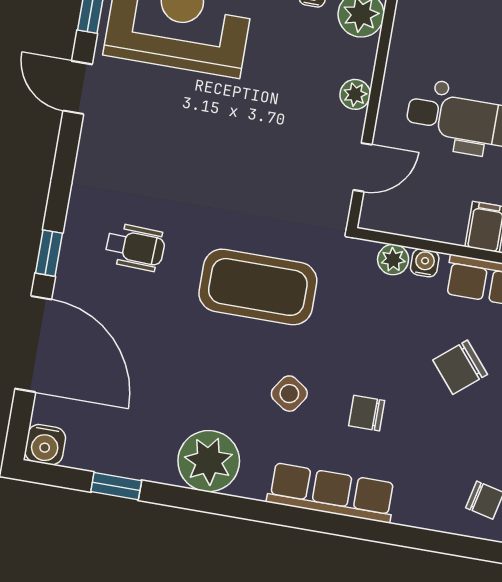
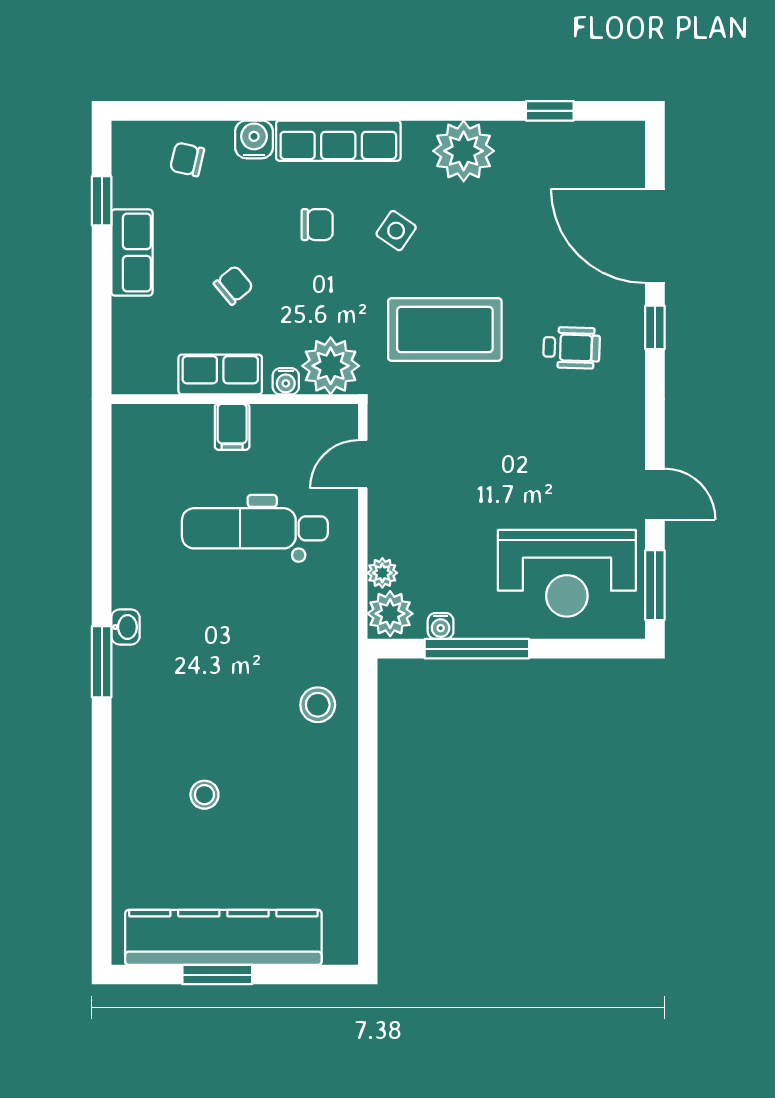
plant: (355, 94) -> (382, 573), moved
wheelchair: (135, 247) -> (572, 348), turned 180
plant: (393, 260) -> (331, 366), width x1.87, depth x1.87
chair: (460, 367) -> (233, 285), width x0.73, depth x0.73
water cooler: (45, 445) -> (254, 139), moved

